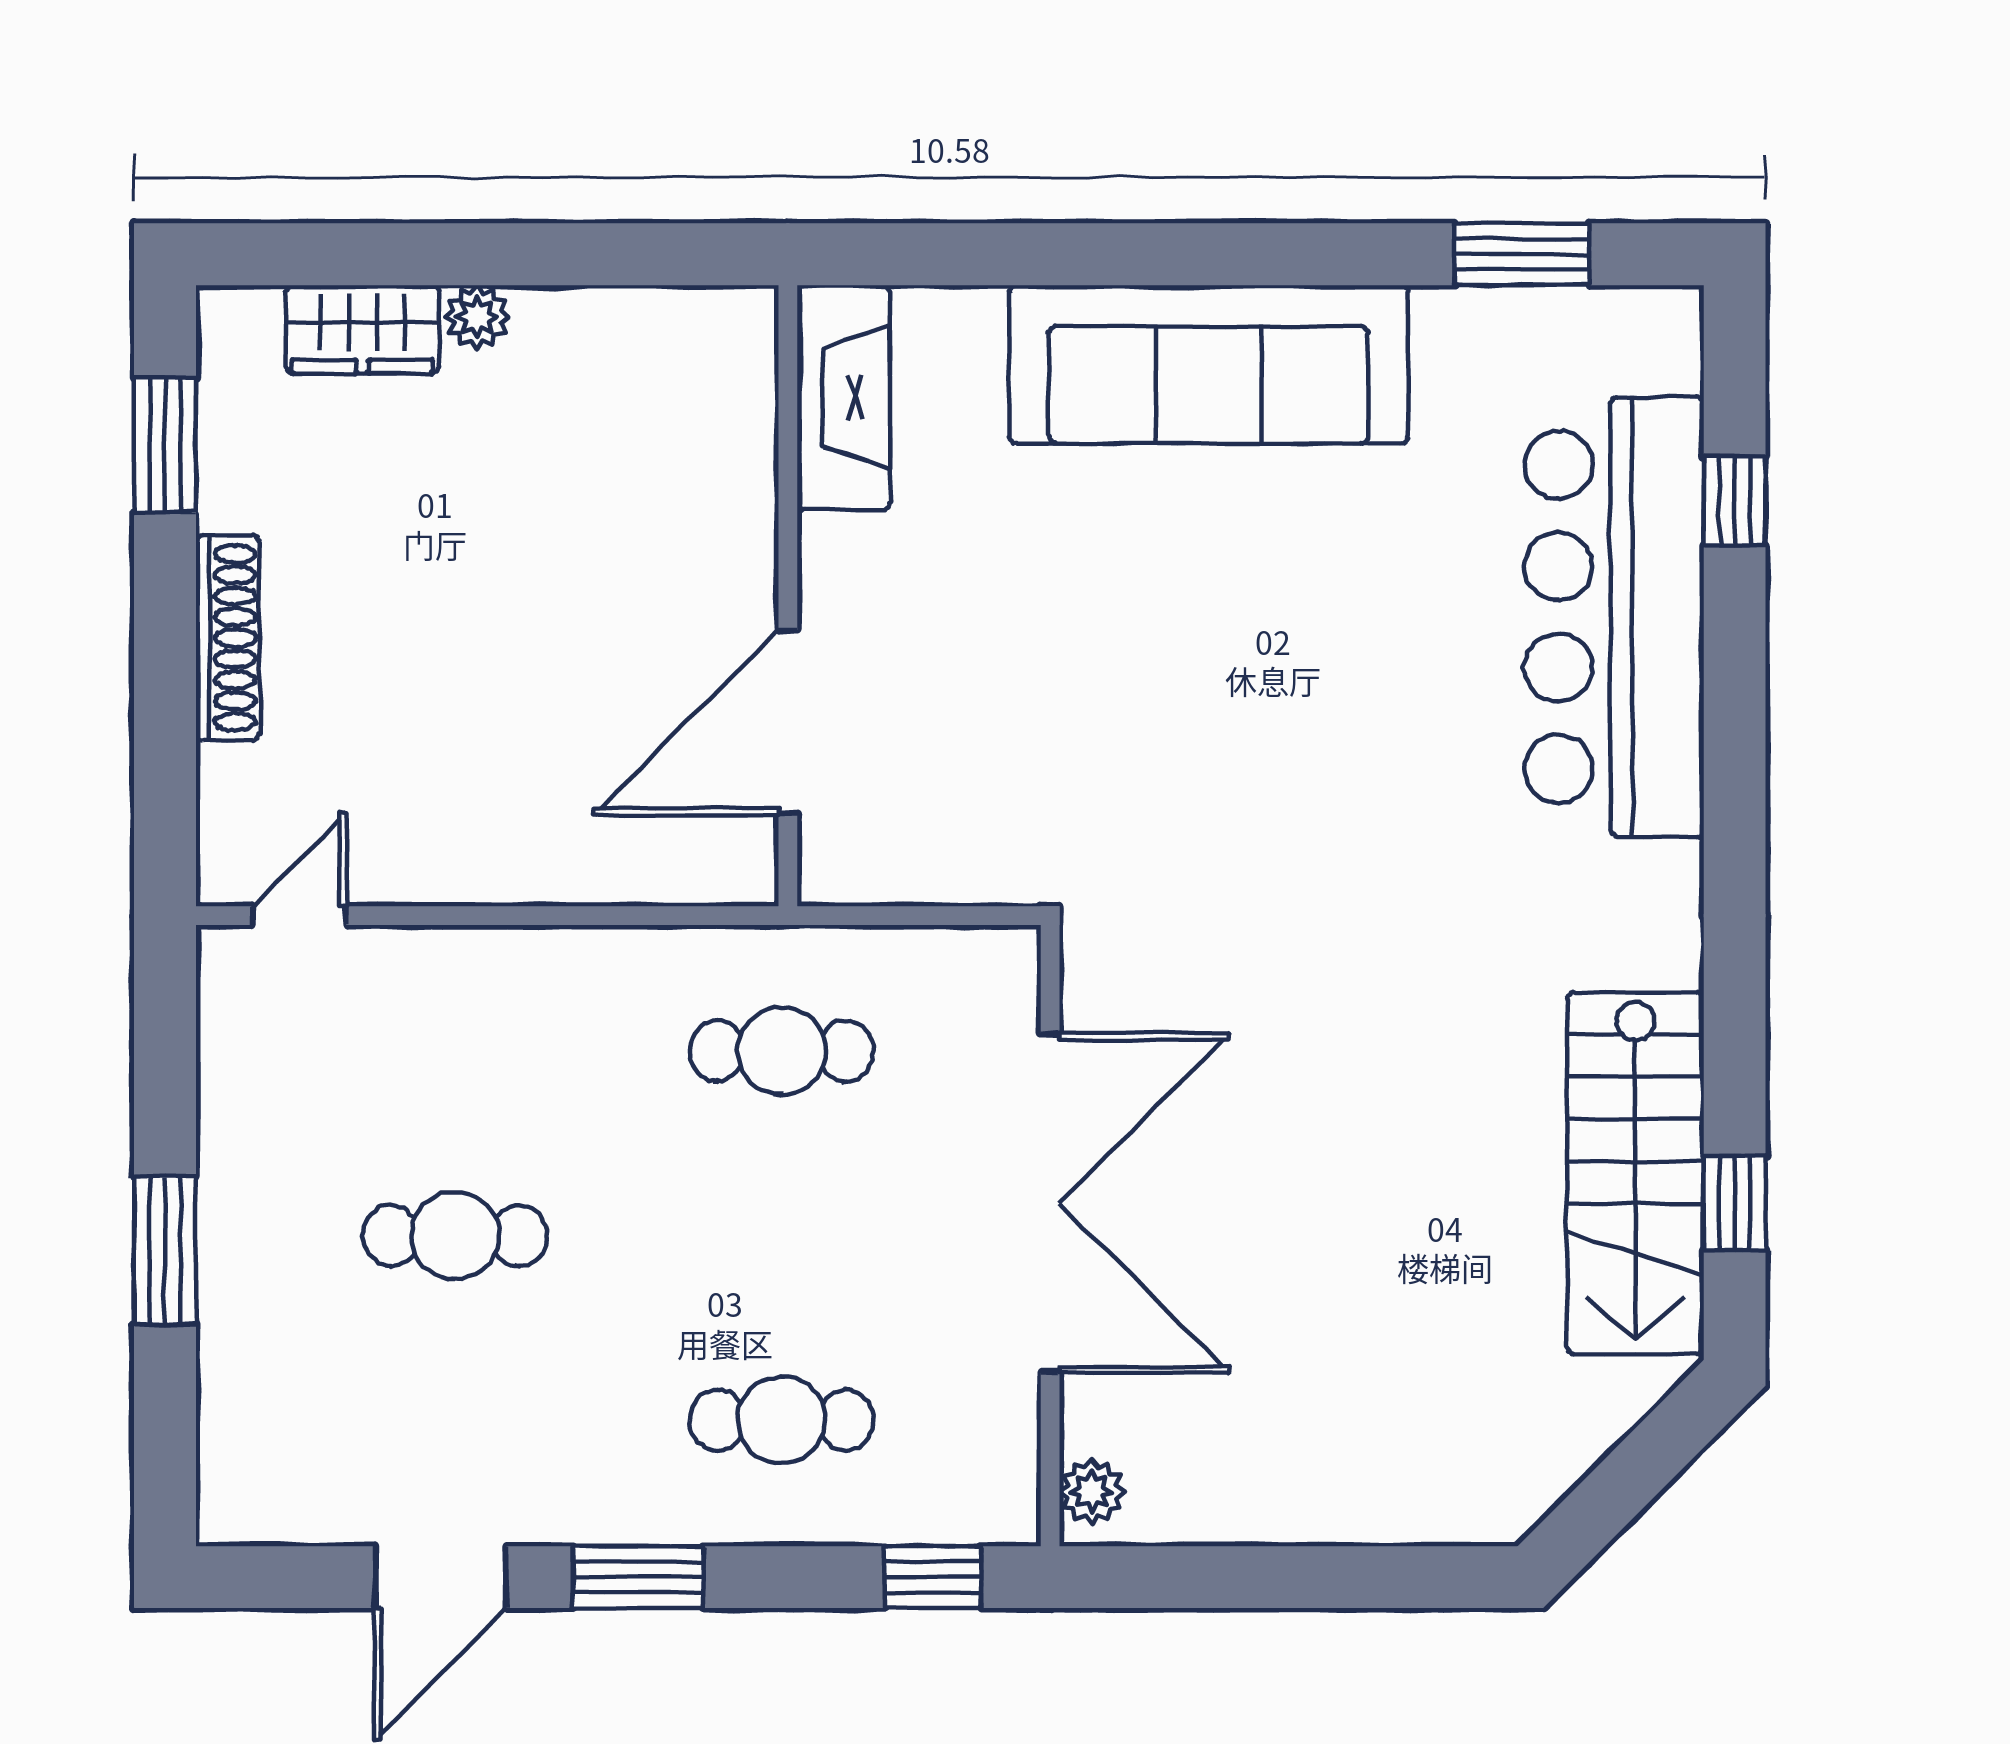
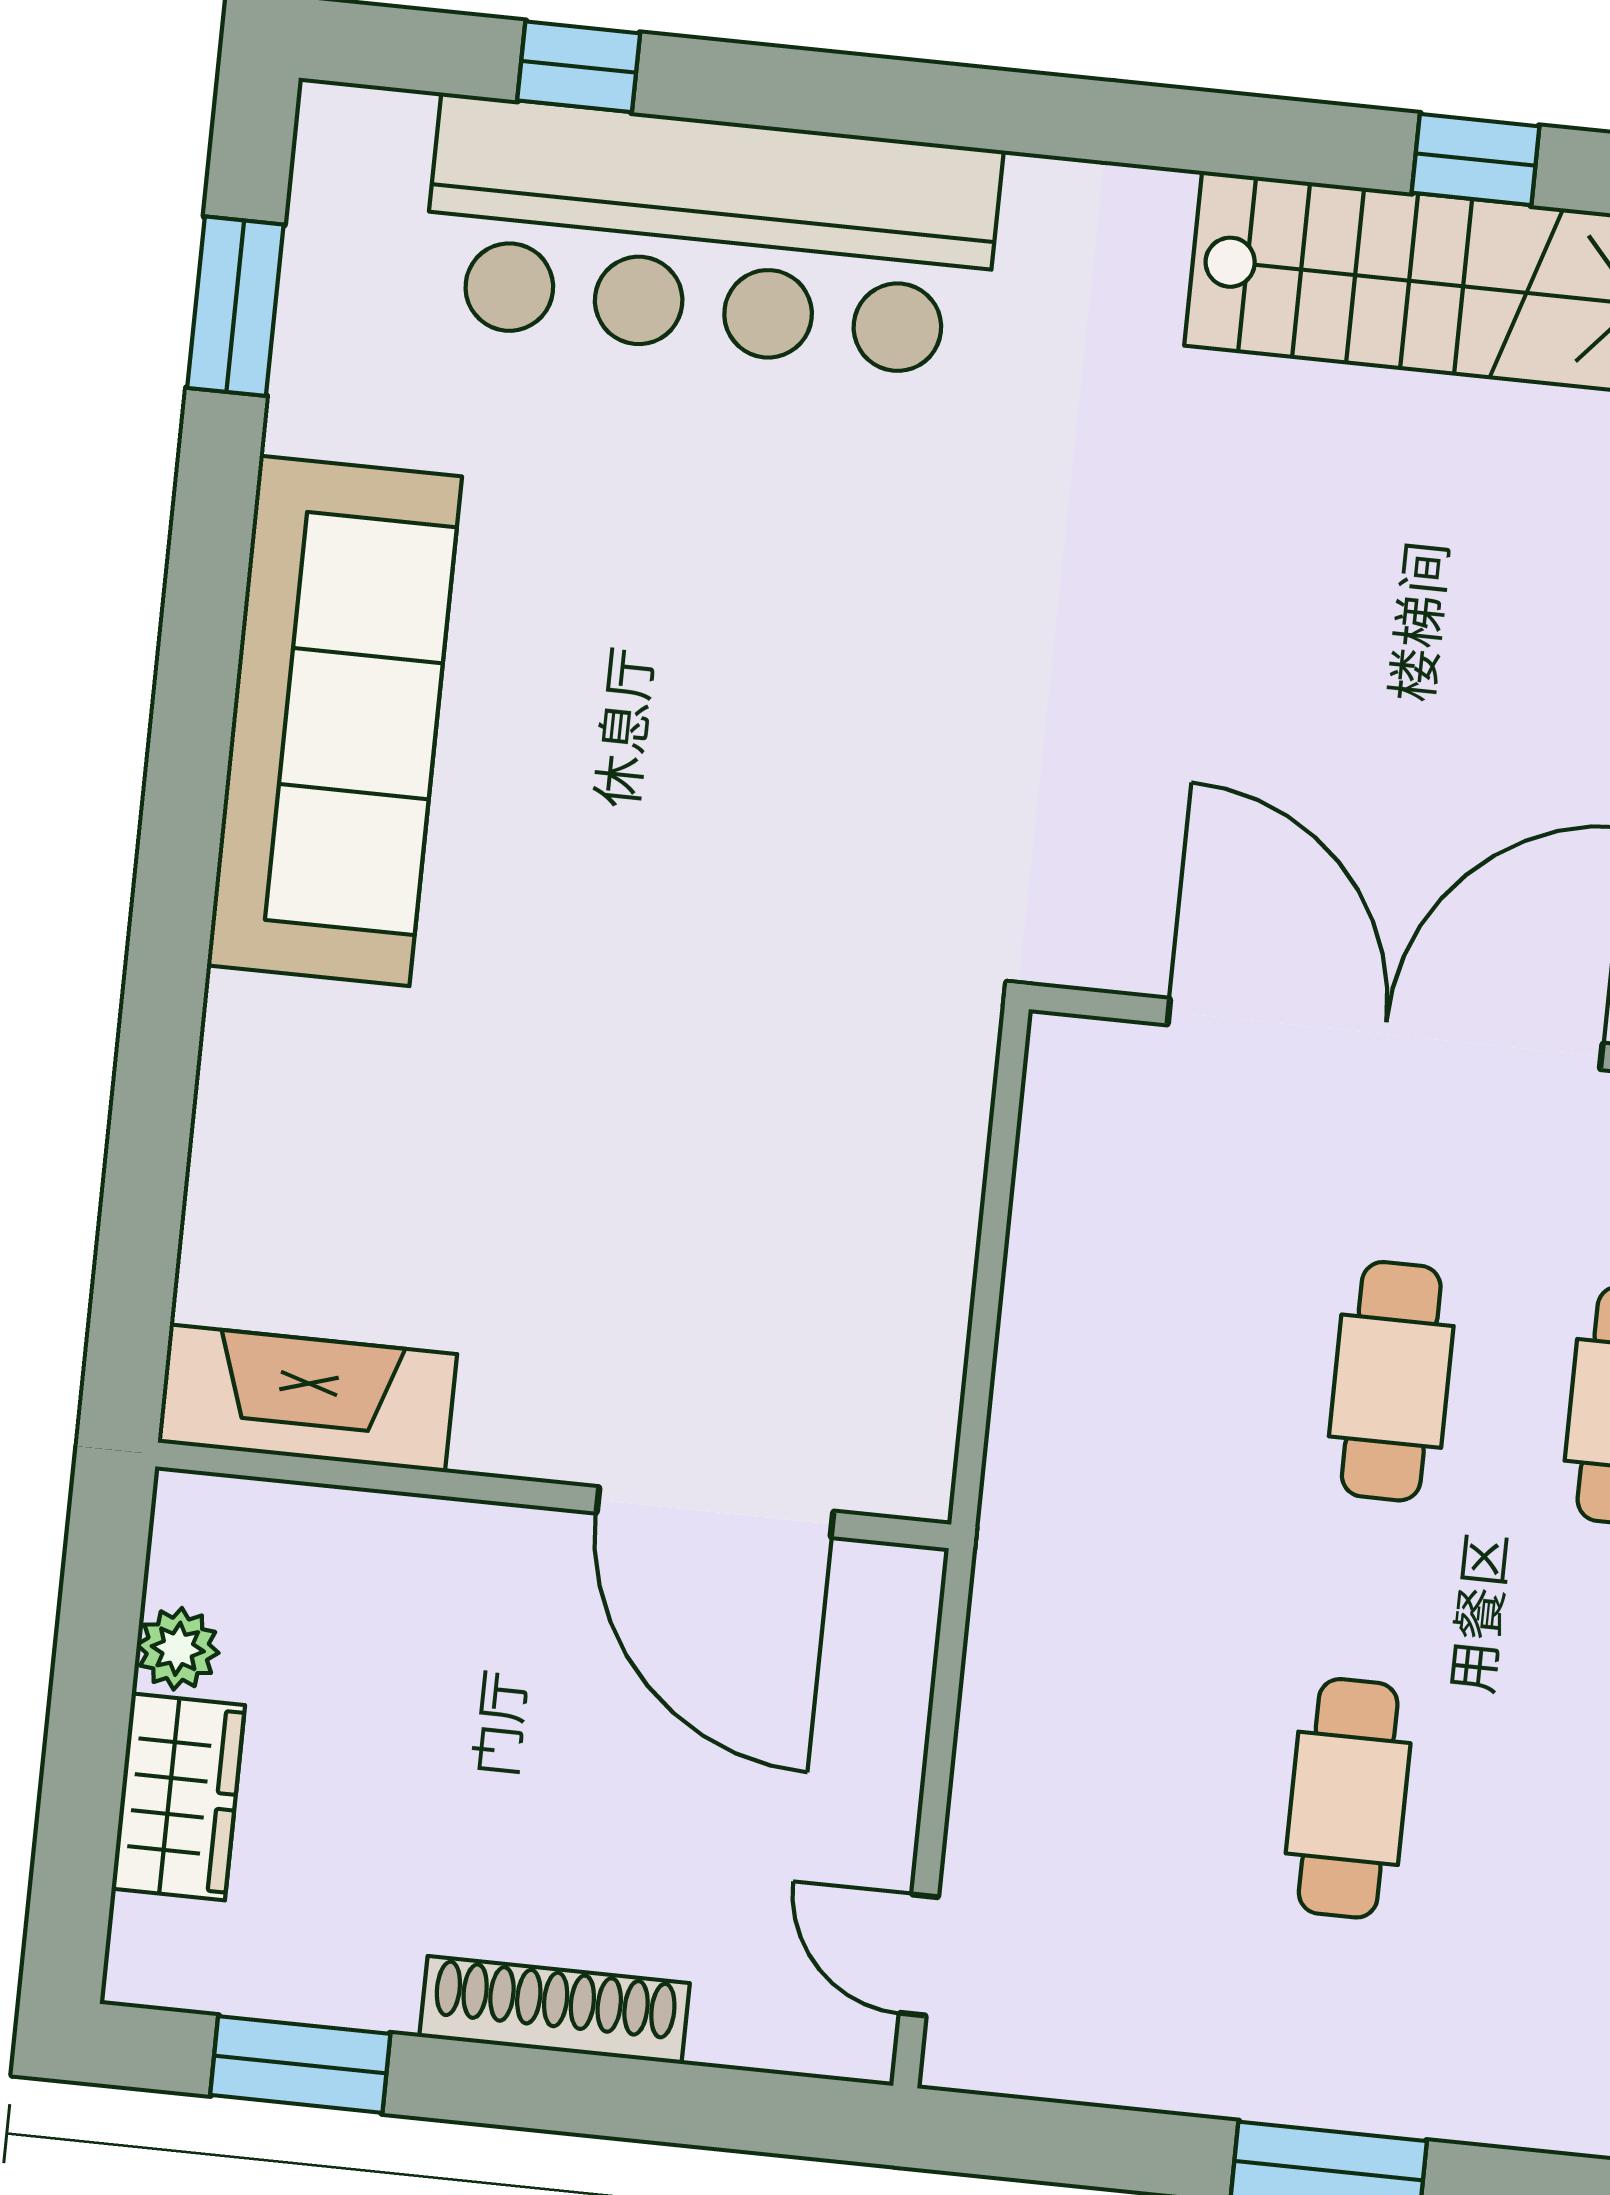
fireplace: (843, 398) -> (307, 1398), moved
wall: (788, 596) -> (553, 1495), moved
door: (788, 722) -> (715, 1512), moved
cafe table: (782, 1051) -> (1391, 1381), moved

